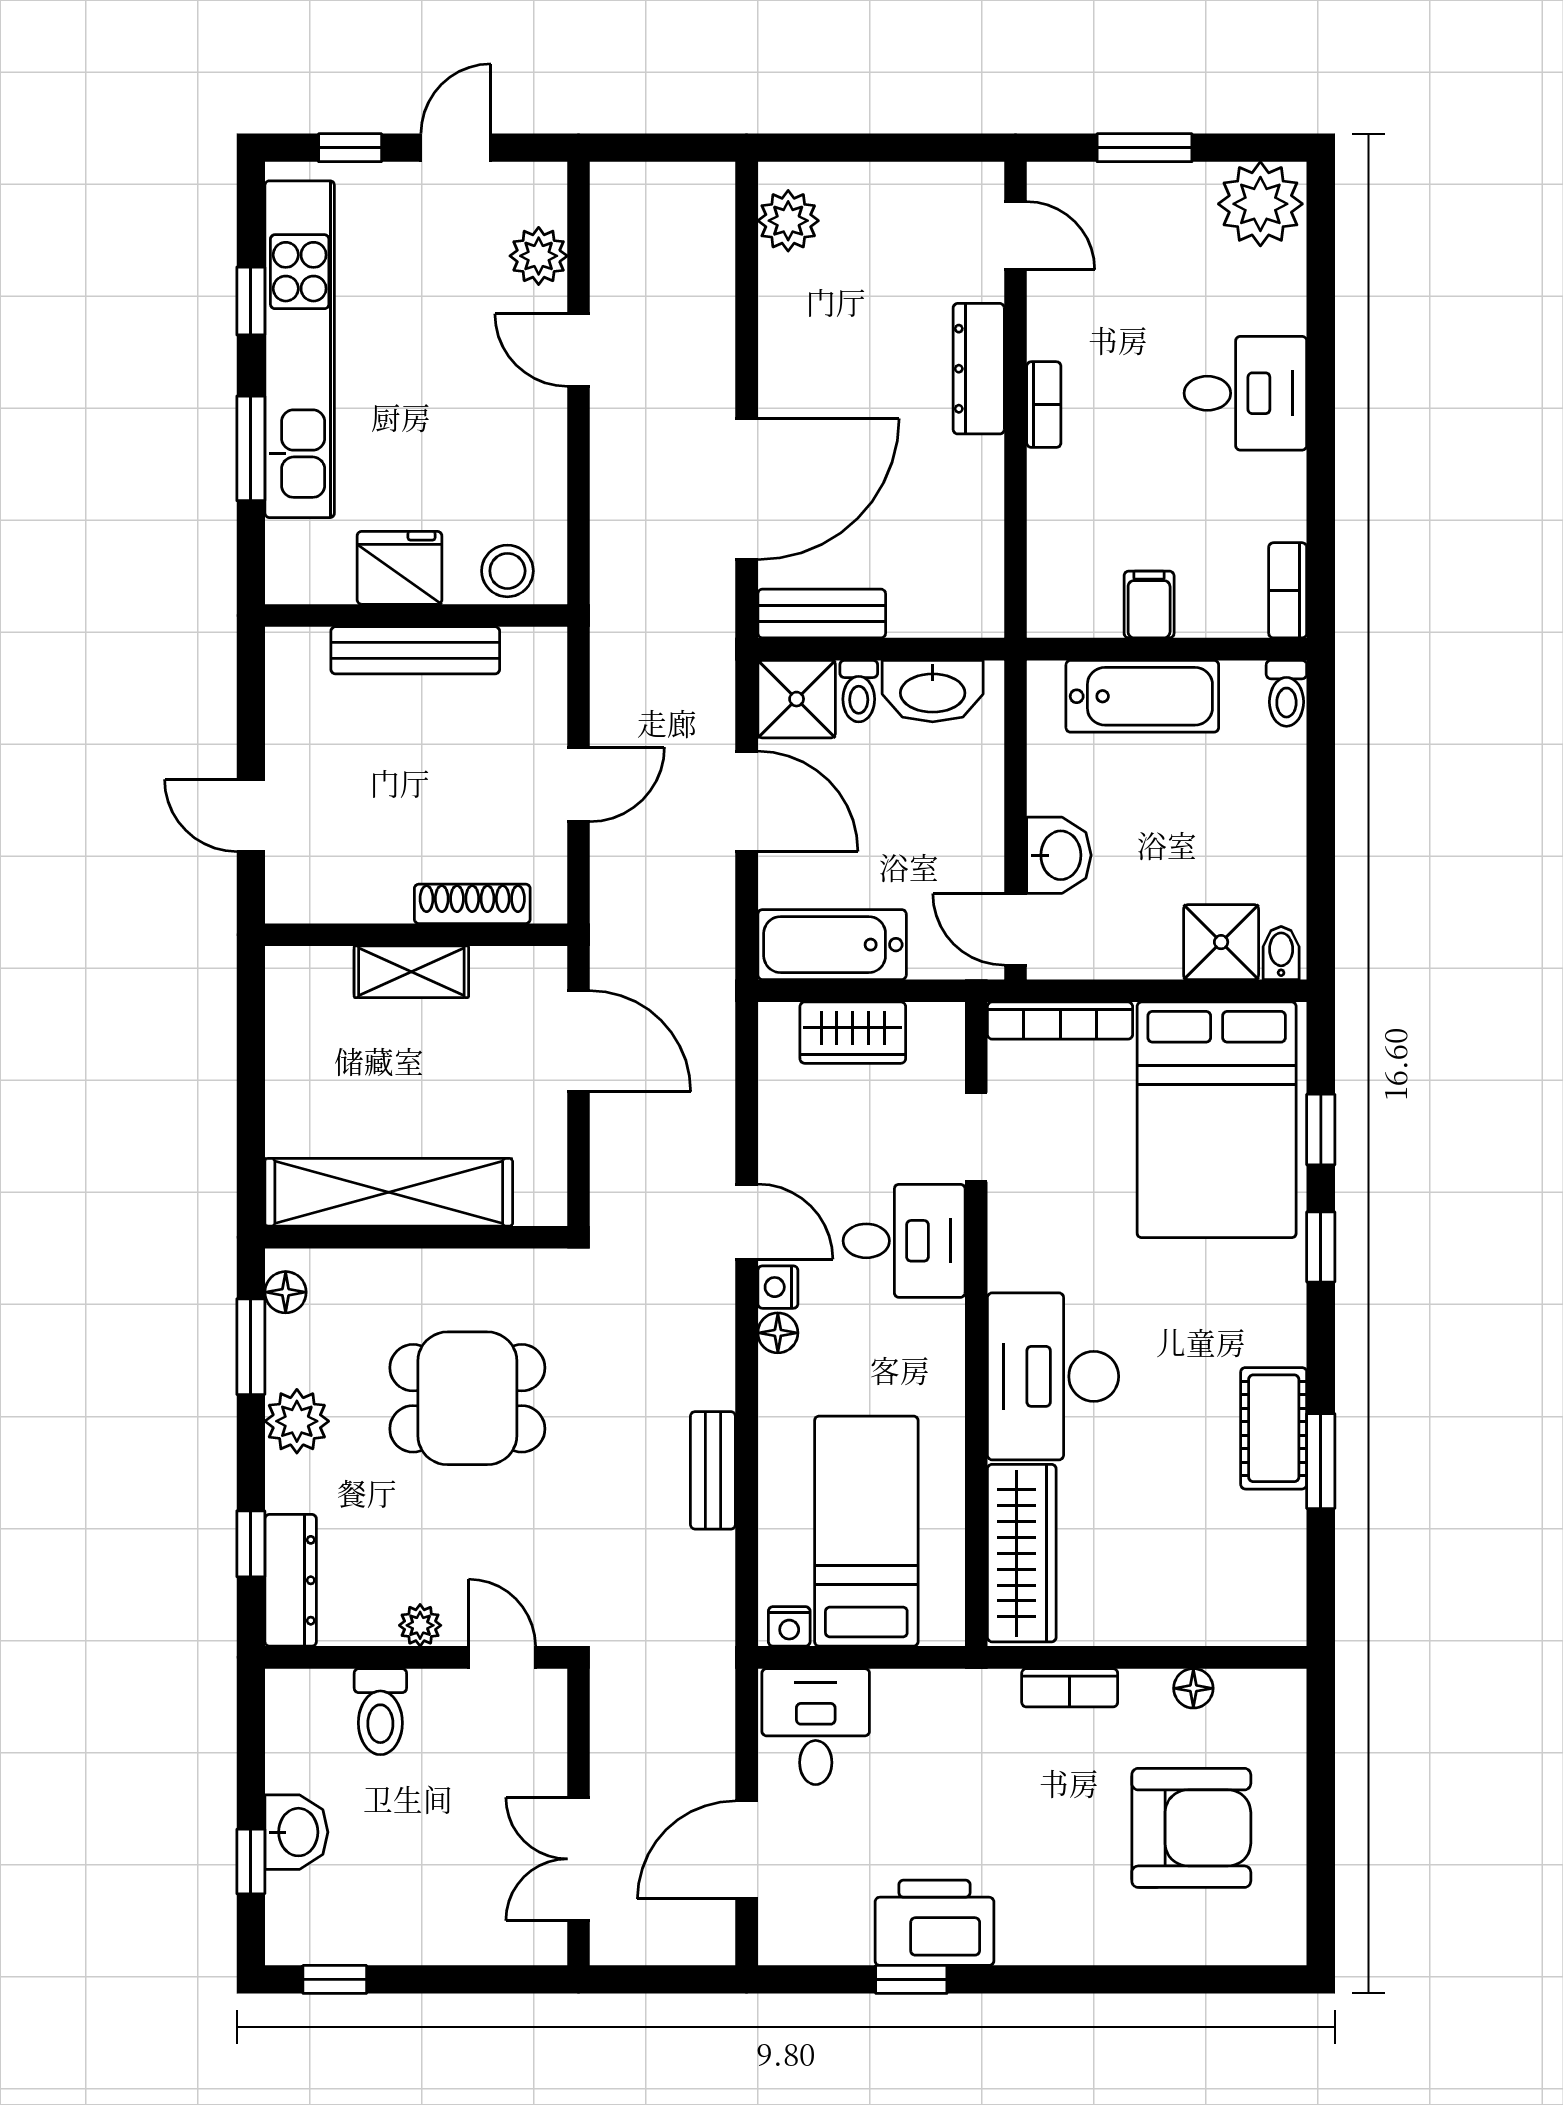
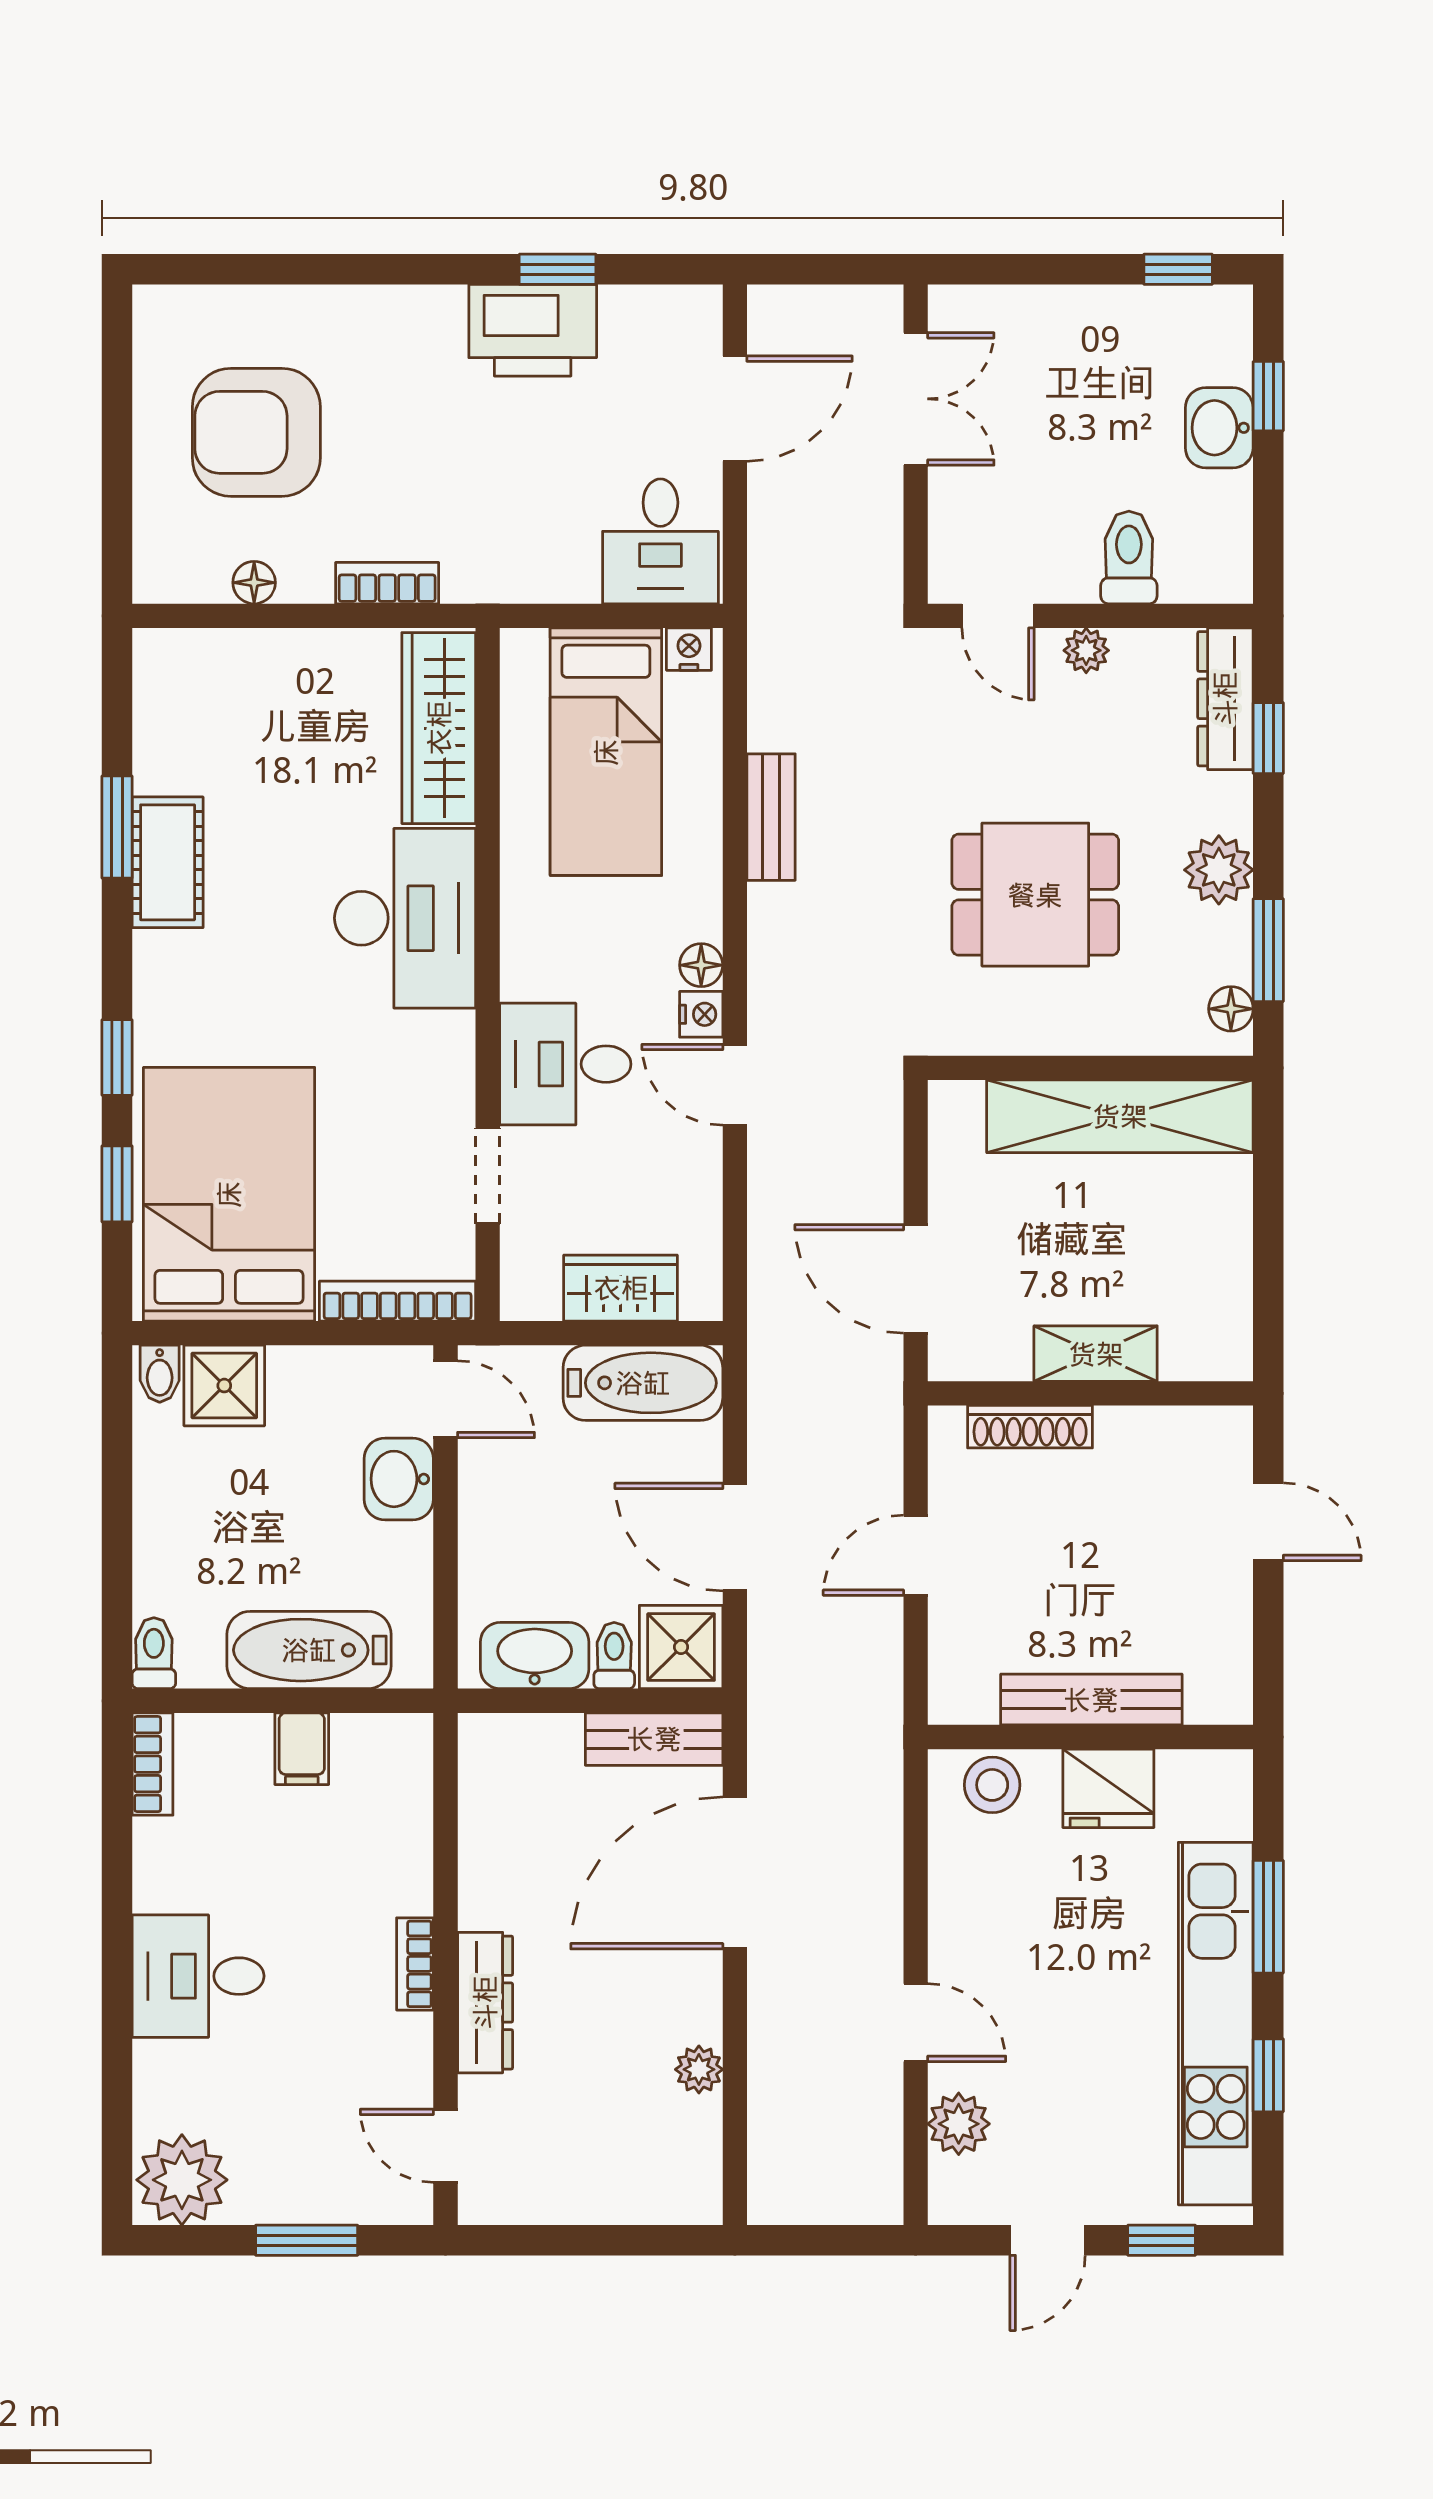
plant: (788, 221) -> (699, 2069), moved, width x0.73, depth x0.73

